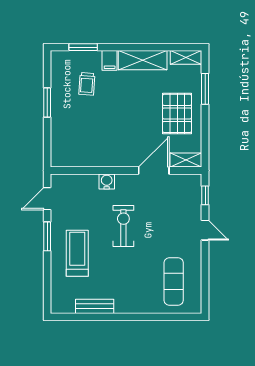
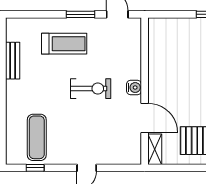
water cooler: (107, 181) -> (134, 88), moved
window: (205, 195) -> (35, 168), moved
exercise mat: (174, 281) -> (37, 137), turned 90

